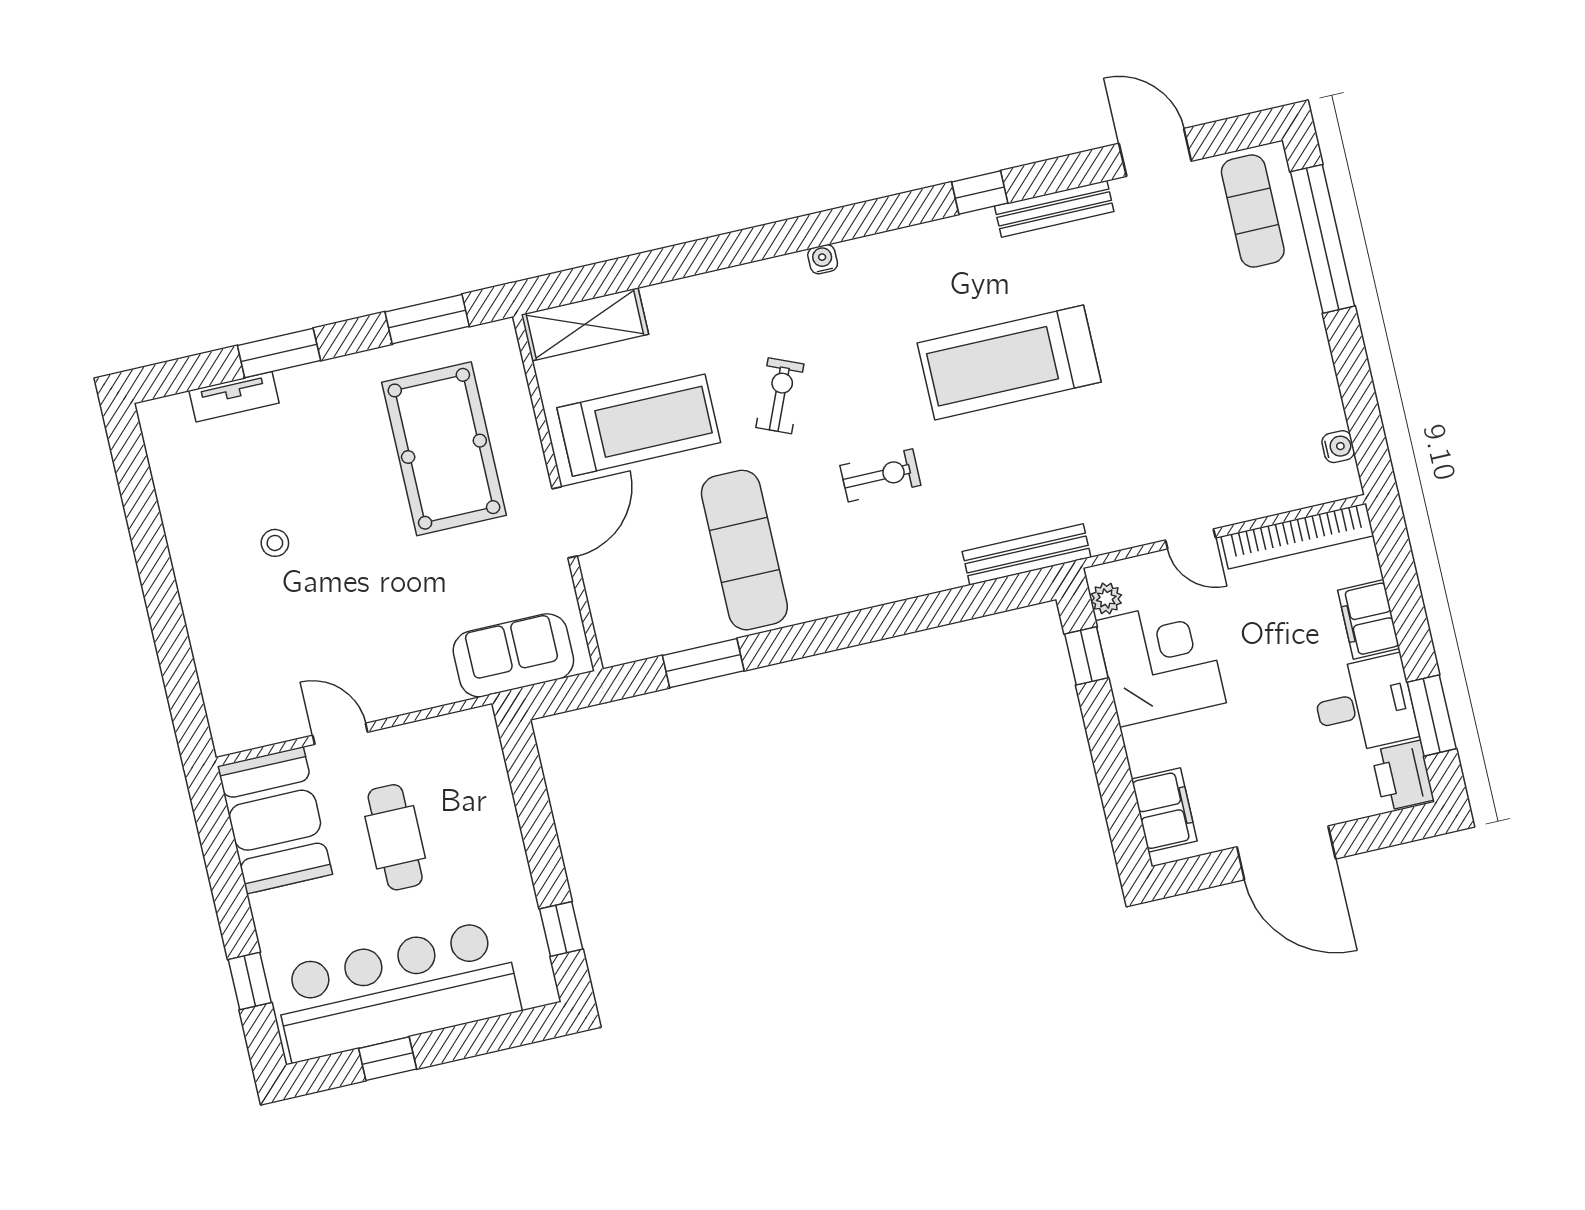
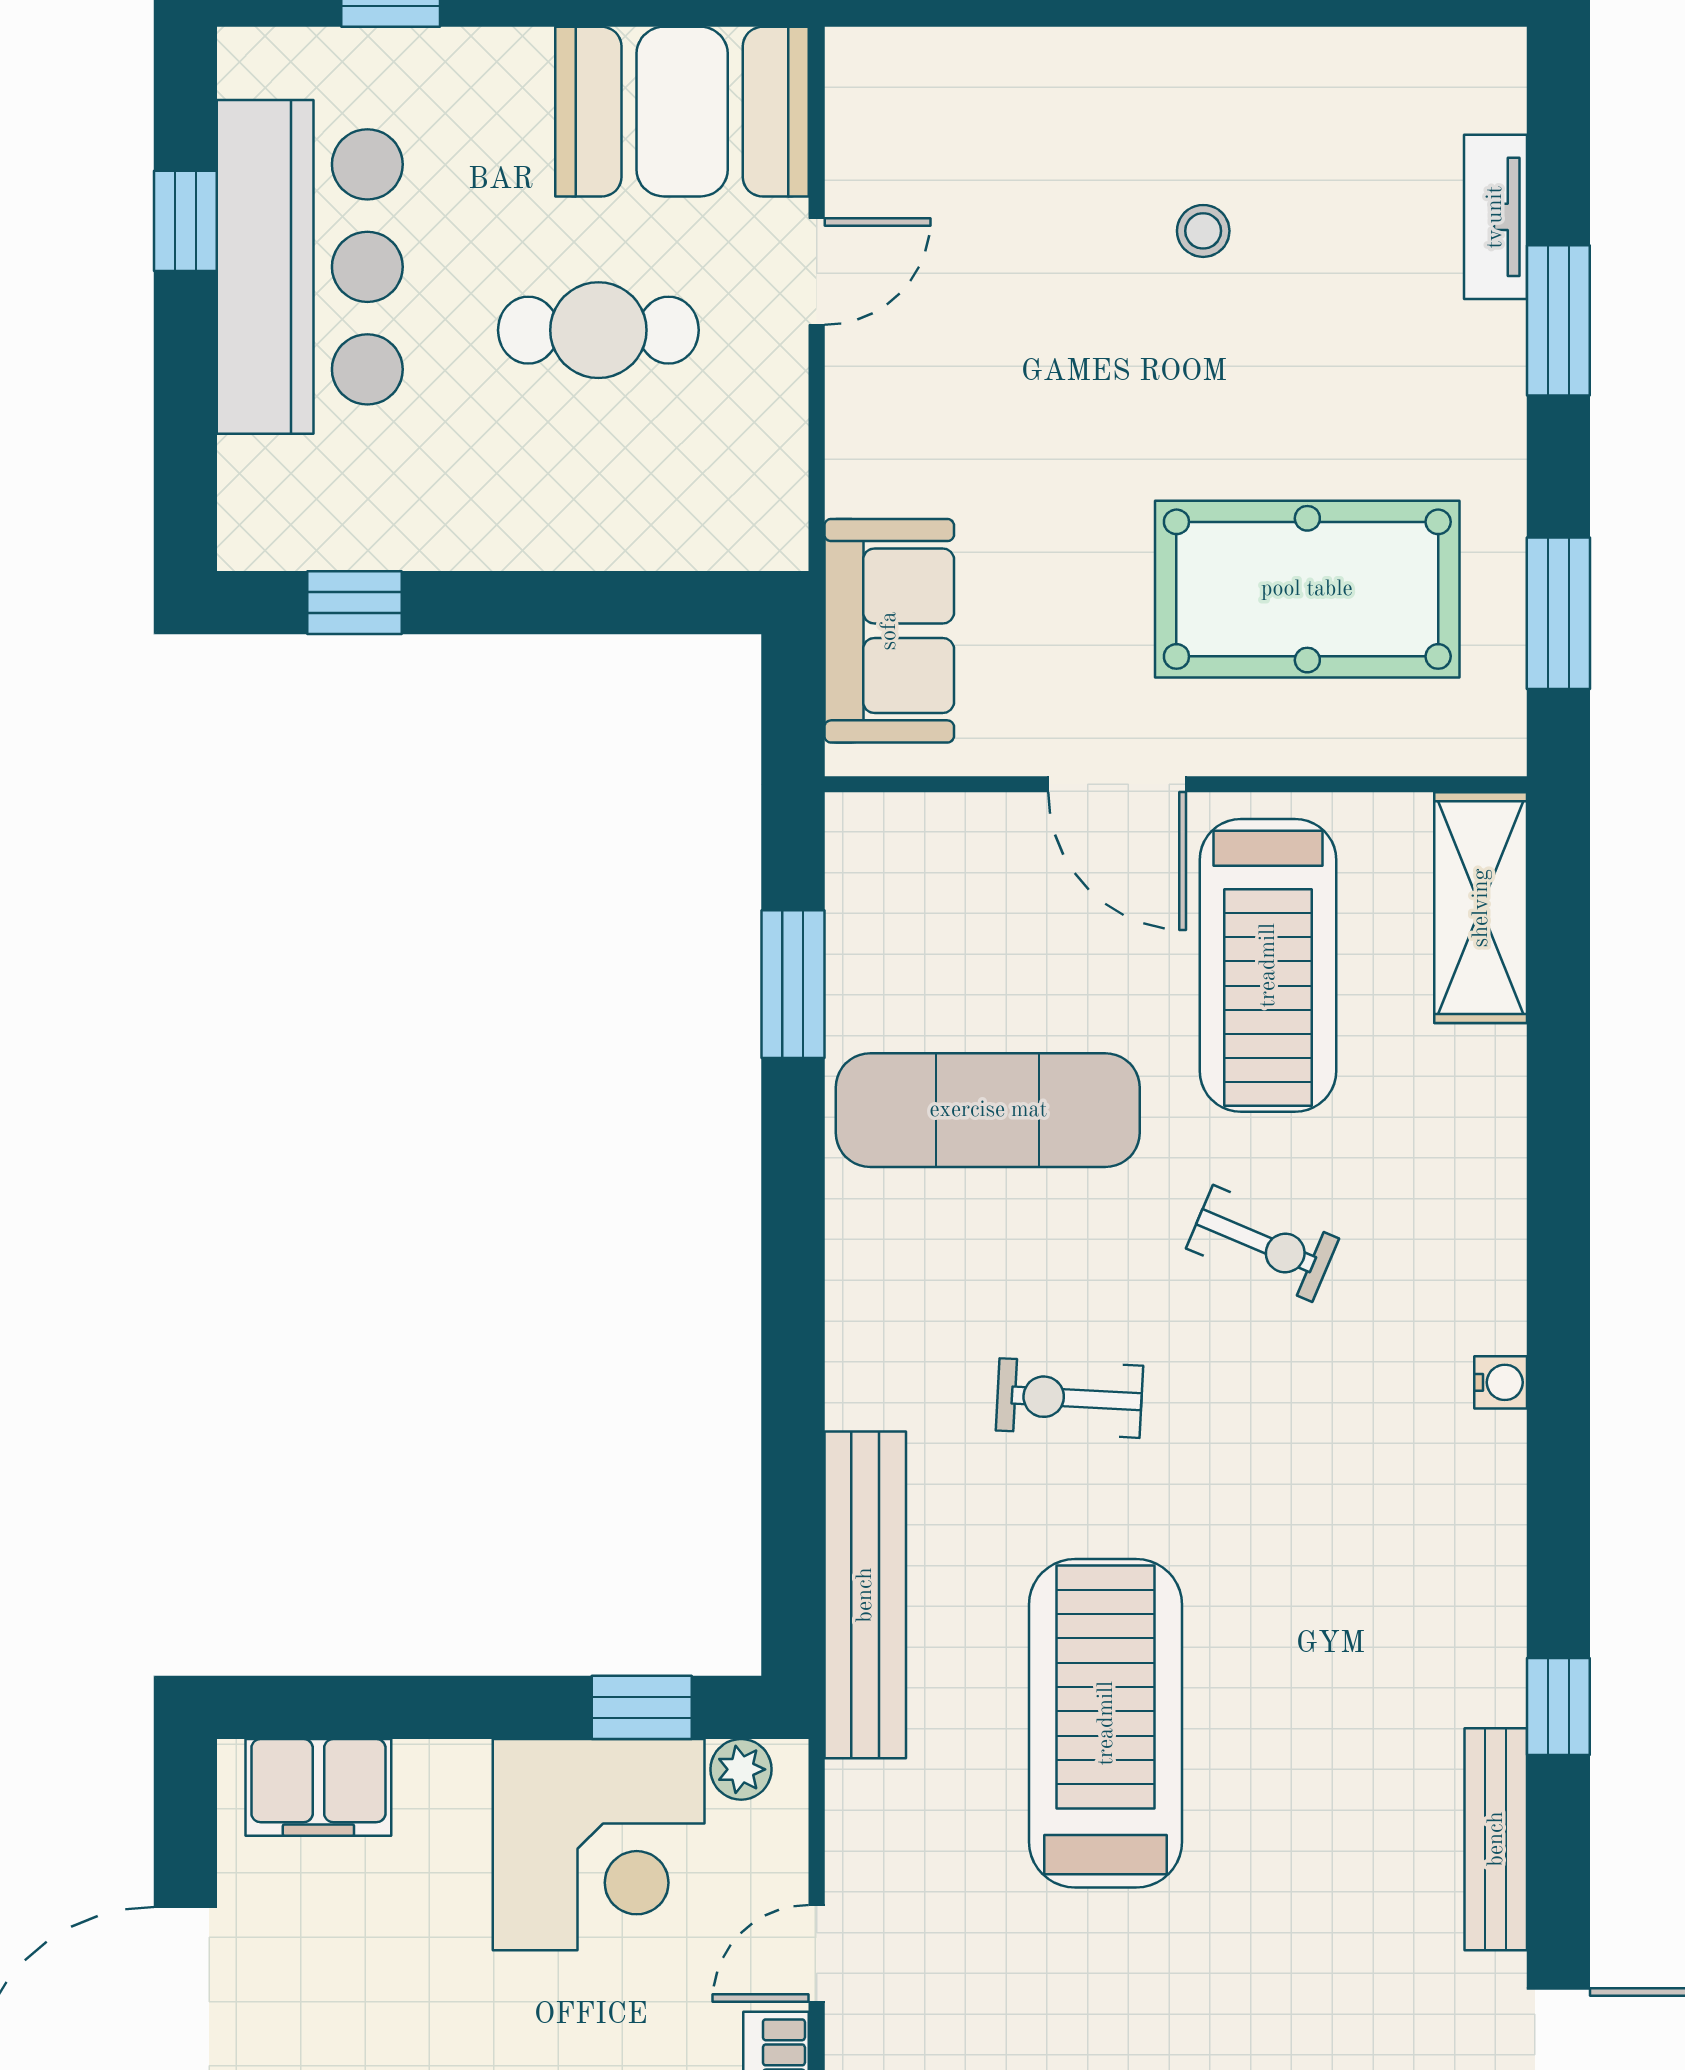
treadmill: (1009, 362) -> (1106, 1723), moved
exercise bike: (880, 475) -> (1069, 1398), turned 93
bench: (1027, 554) -> (865, 1595), width x1.37, depth x1.21
bar counter: (397, 990) -> (310, 267), width x0.73

